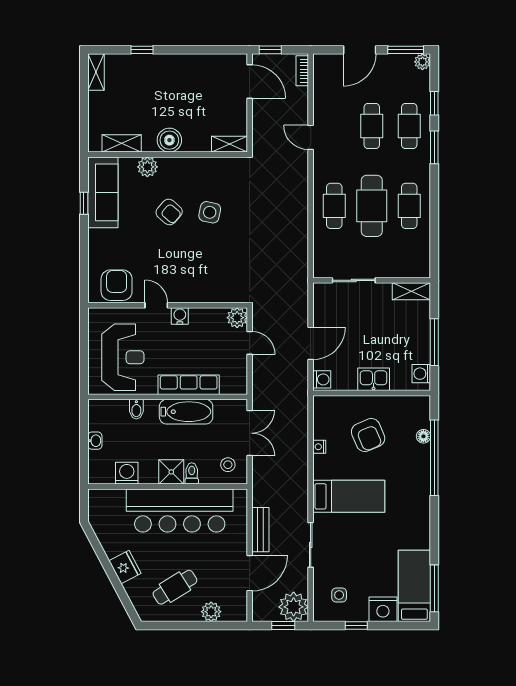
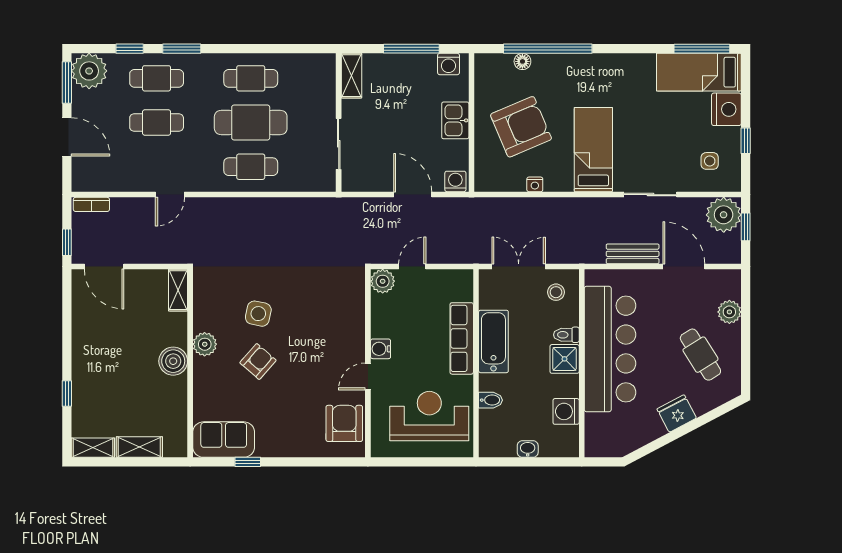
plant: (422, 62) -> (89, 71), width x1.87, depth x1.87
door: (250, 82) -> (104, 267), swing flipped
shelving: (122, 143) -> (139, 447), moved, turned 90
plant: (147, 167) -> (205, 344), moved
sofa: (103, 192) -> (224, 440), width x0.73
armchair: (117, 285) -> (344, 423), turned 90
armchair: (368, 435) -> (521, 127), width x1.36, depth x1.36

